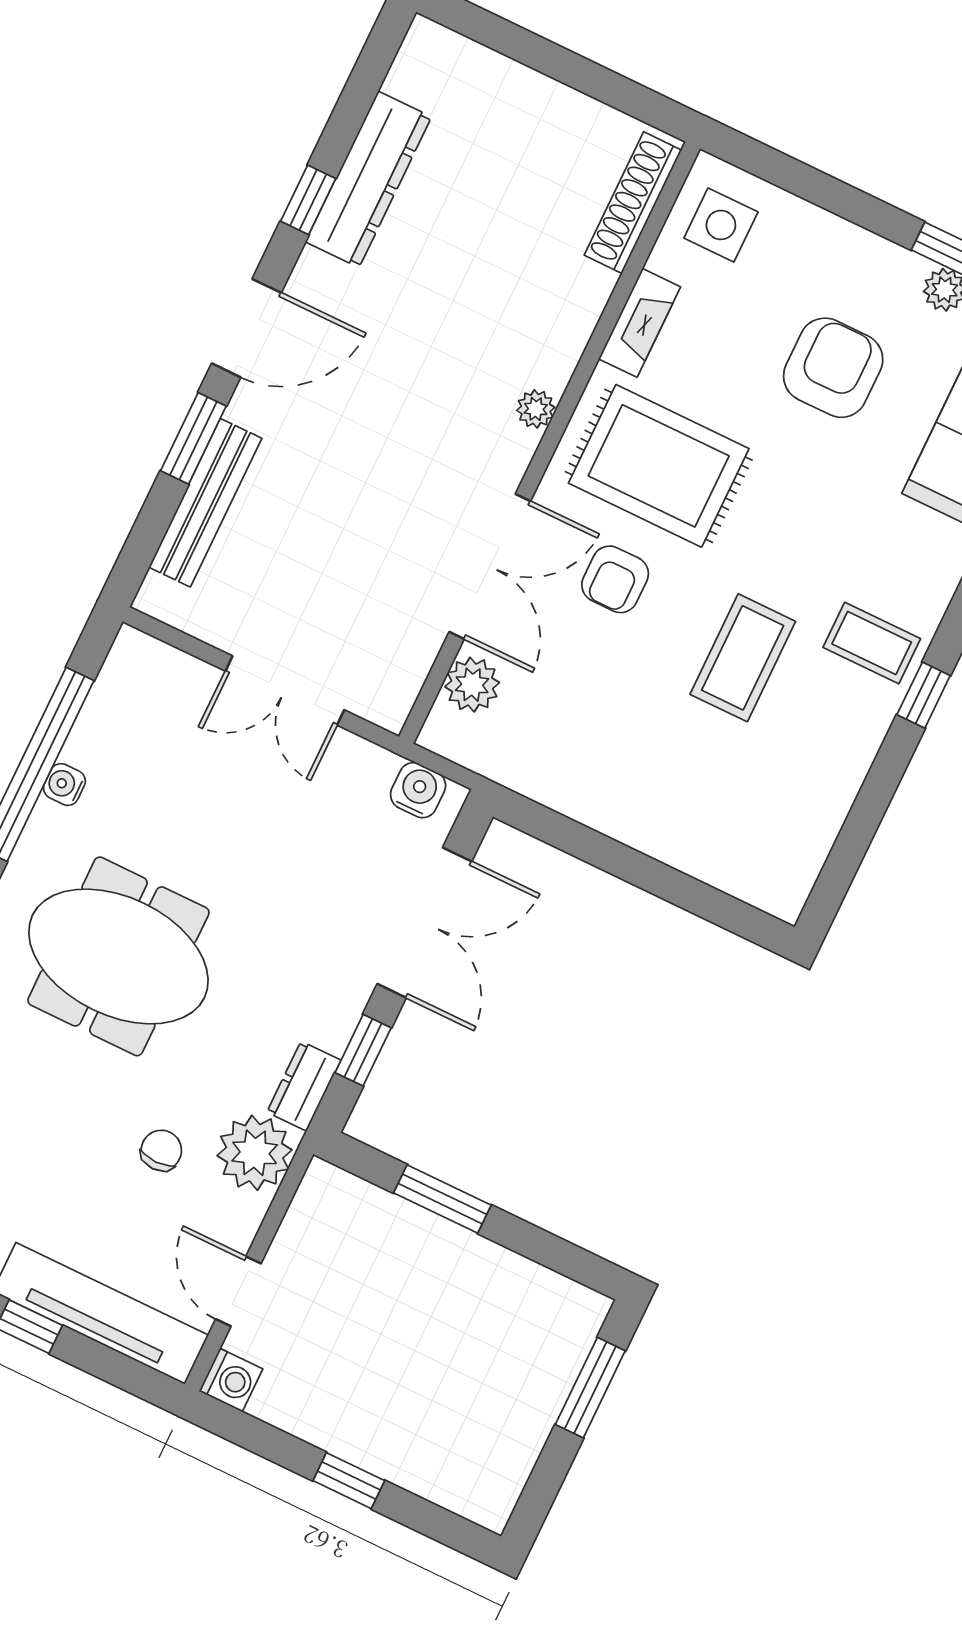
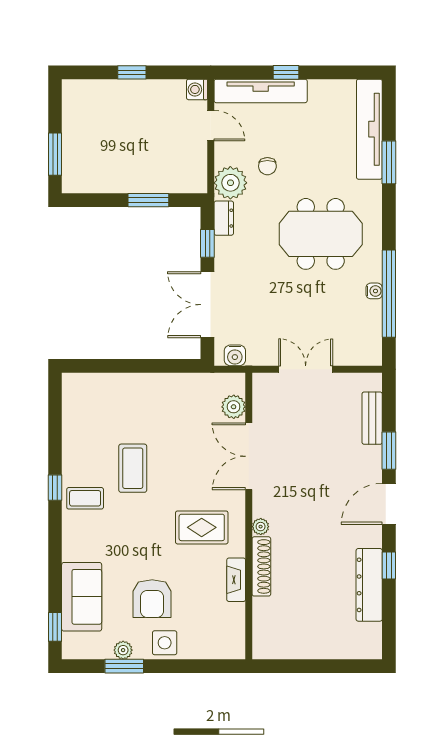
shoe rack: (633, 203) -> (261, 566), moved
side table: (721, 225) -> (165, 643), moved
rug: (659, 466) -> (202, 527), width x0.73, depth x0.70
bench: (205, 503) -> (372, 418), width x0.73
armchair: (615, 579) -> (197, 475), removed

